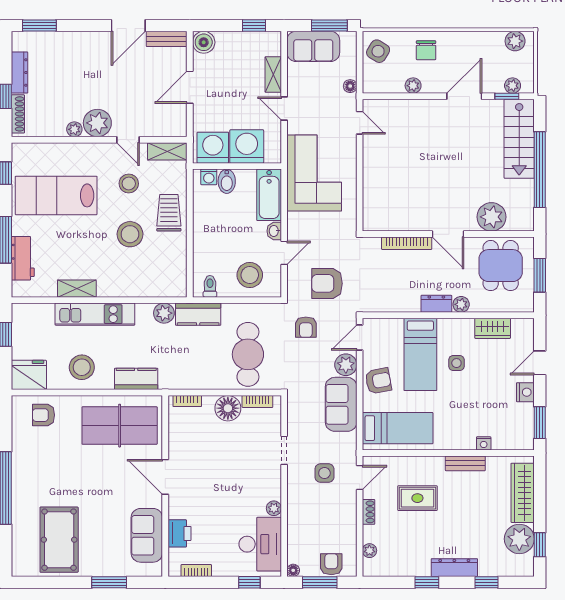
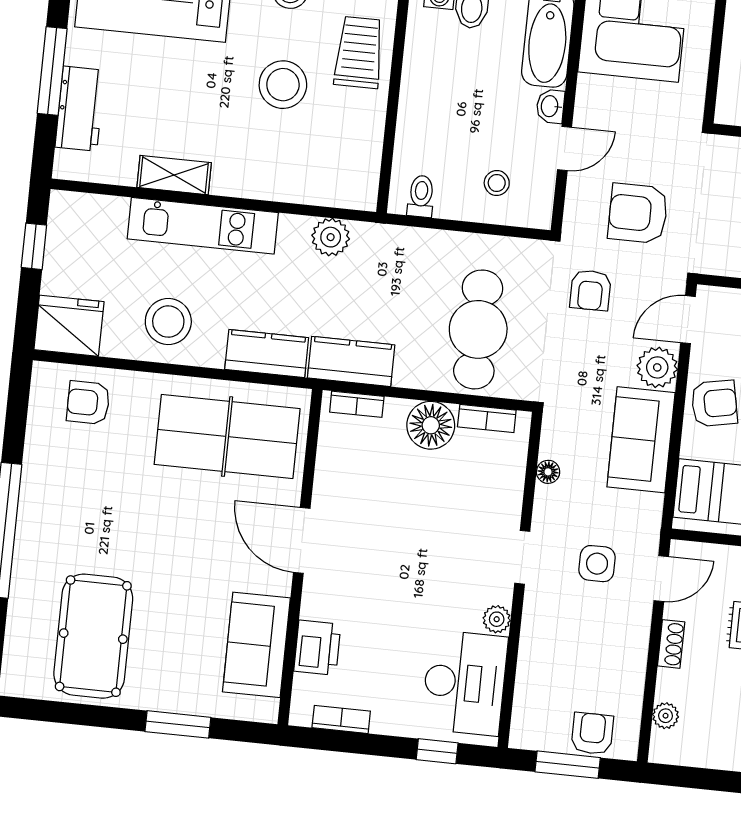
stool: (250, 275) -> (497, 183), width x0.53, depth x0.53
kitchen counter: (198, 314) -> (351, 361), moved, turned 180
doorway: (284, 450) -> (522, 557), moved
floor lamp: (293, 570) -> (548, 472), moved

